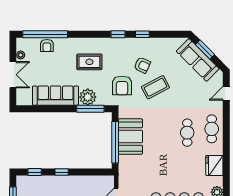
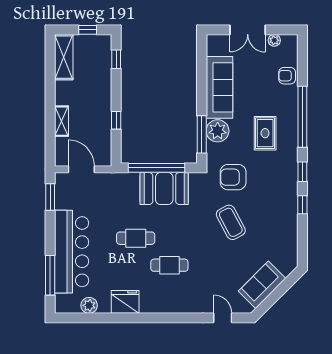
window: (45, 34) -> (302, 117), moved
window: (205, 50) -> (282, 289), removed
sofa: (198, 60) -> (262, 285), width x0.73
armchair: (142, 65) -> (261, 205), removed
cafe table: (212, 129) -> (136, 238), moved
window: (62, 172) -> (116, 120), moved

